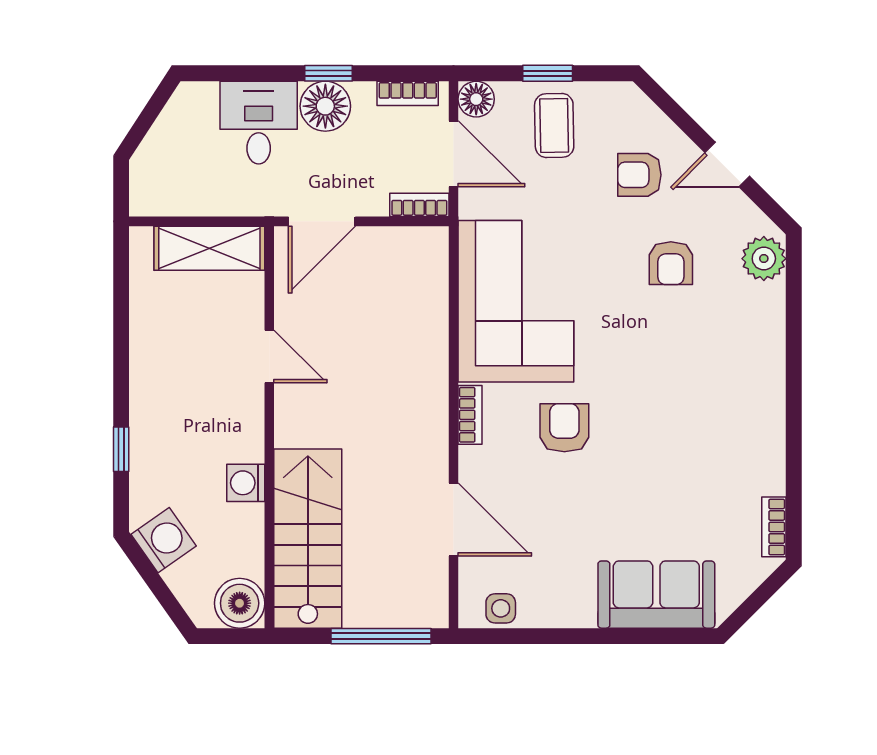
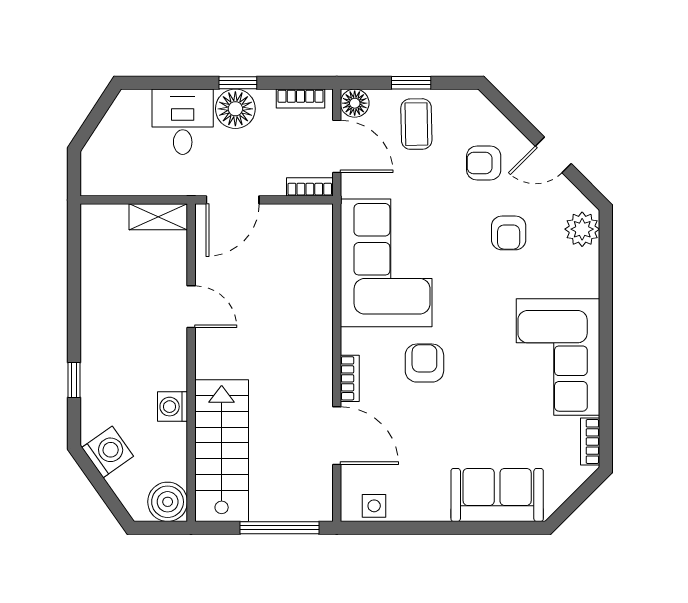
shelving: (209, 248) -> (158, 217), width x0.67, depth x0.75
bookcase: (470, 415) -> (350, 378), moved
corner sofa: (733, 420) -> (558, 357), added

